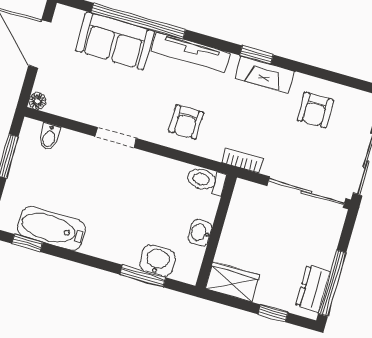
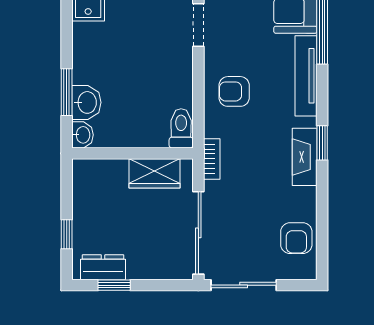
armchair: (315, 110) -> (296, 238), moved, turned -90
washbasin: (200, 233) -> (82, 135), moved, turned 90
wardrobe: (232, 282) -> (154, 173), moved, turned 90
window: (332, 283) -> (114, 285), width x0.46

